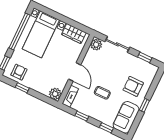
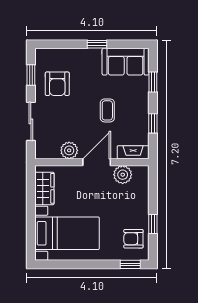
window: (20, 32) -> (77, 264), removed
plant: (96, 45) -> (69, 150), moved
armchair: (133, 86) -> (57, 84), moved
plant: (55, 94) -> (123, 175), moved

